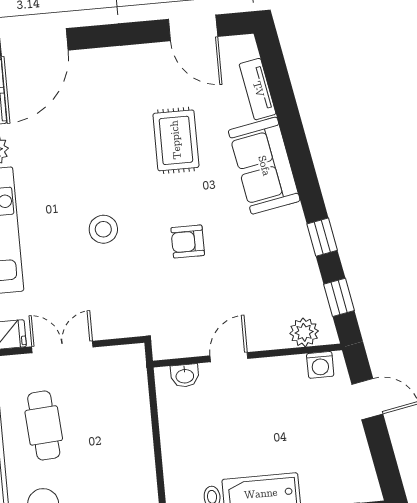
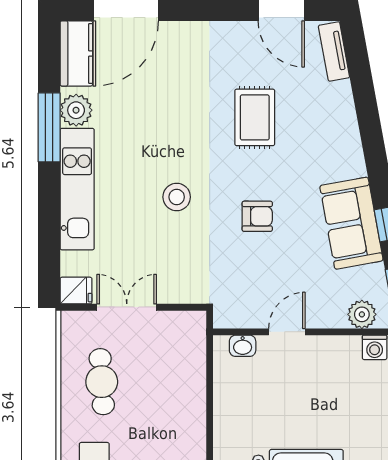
tv unit: (258, 89) -> (334, 51), moved
sofa: (264, 166) -> (351, 223), moved
armchair: (188, 242) -> (257, 216), turned 180

